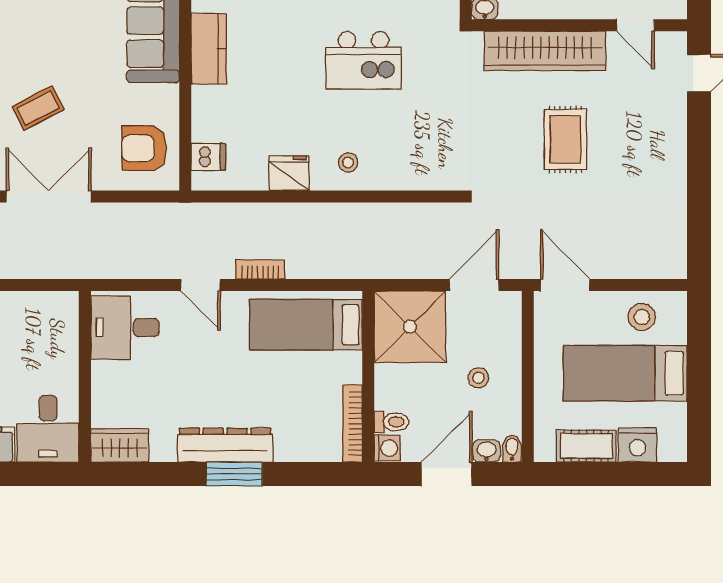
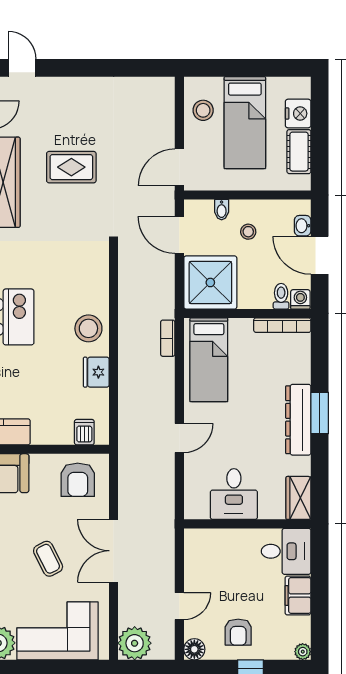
stool: (348, 163) -> (88, 328), width x1.89, depth x1.89
bookcase: (260, 269) -> (168, 338), moved
desk: (125, 327) -> (234, 494), moved
bidet: (512, 448) -> (222, 210), moved, turned -90

